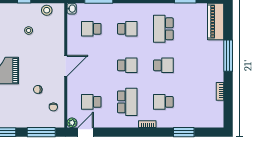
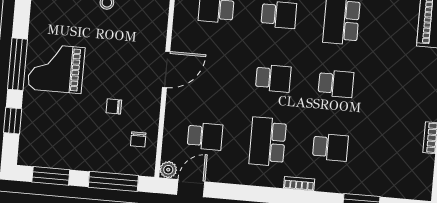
school desk: (91, 102) -> (205, 136), turned 180
school desk: (127, 102) -> (268, 142), turned 180
school desk: (163, 102) -> (330, 147), turned 180

